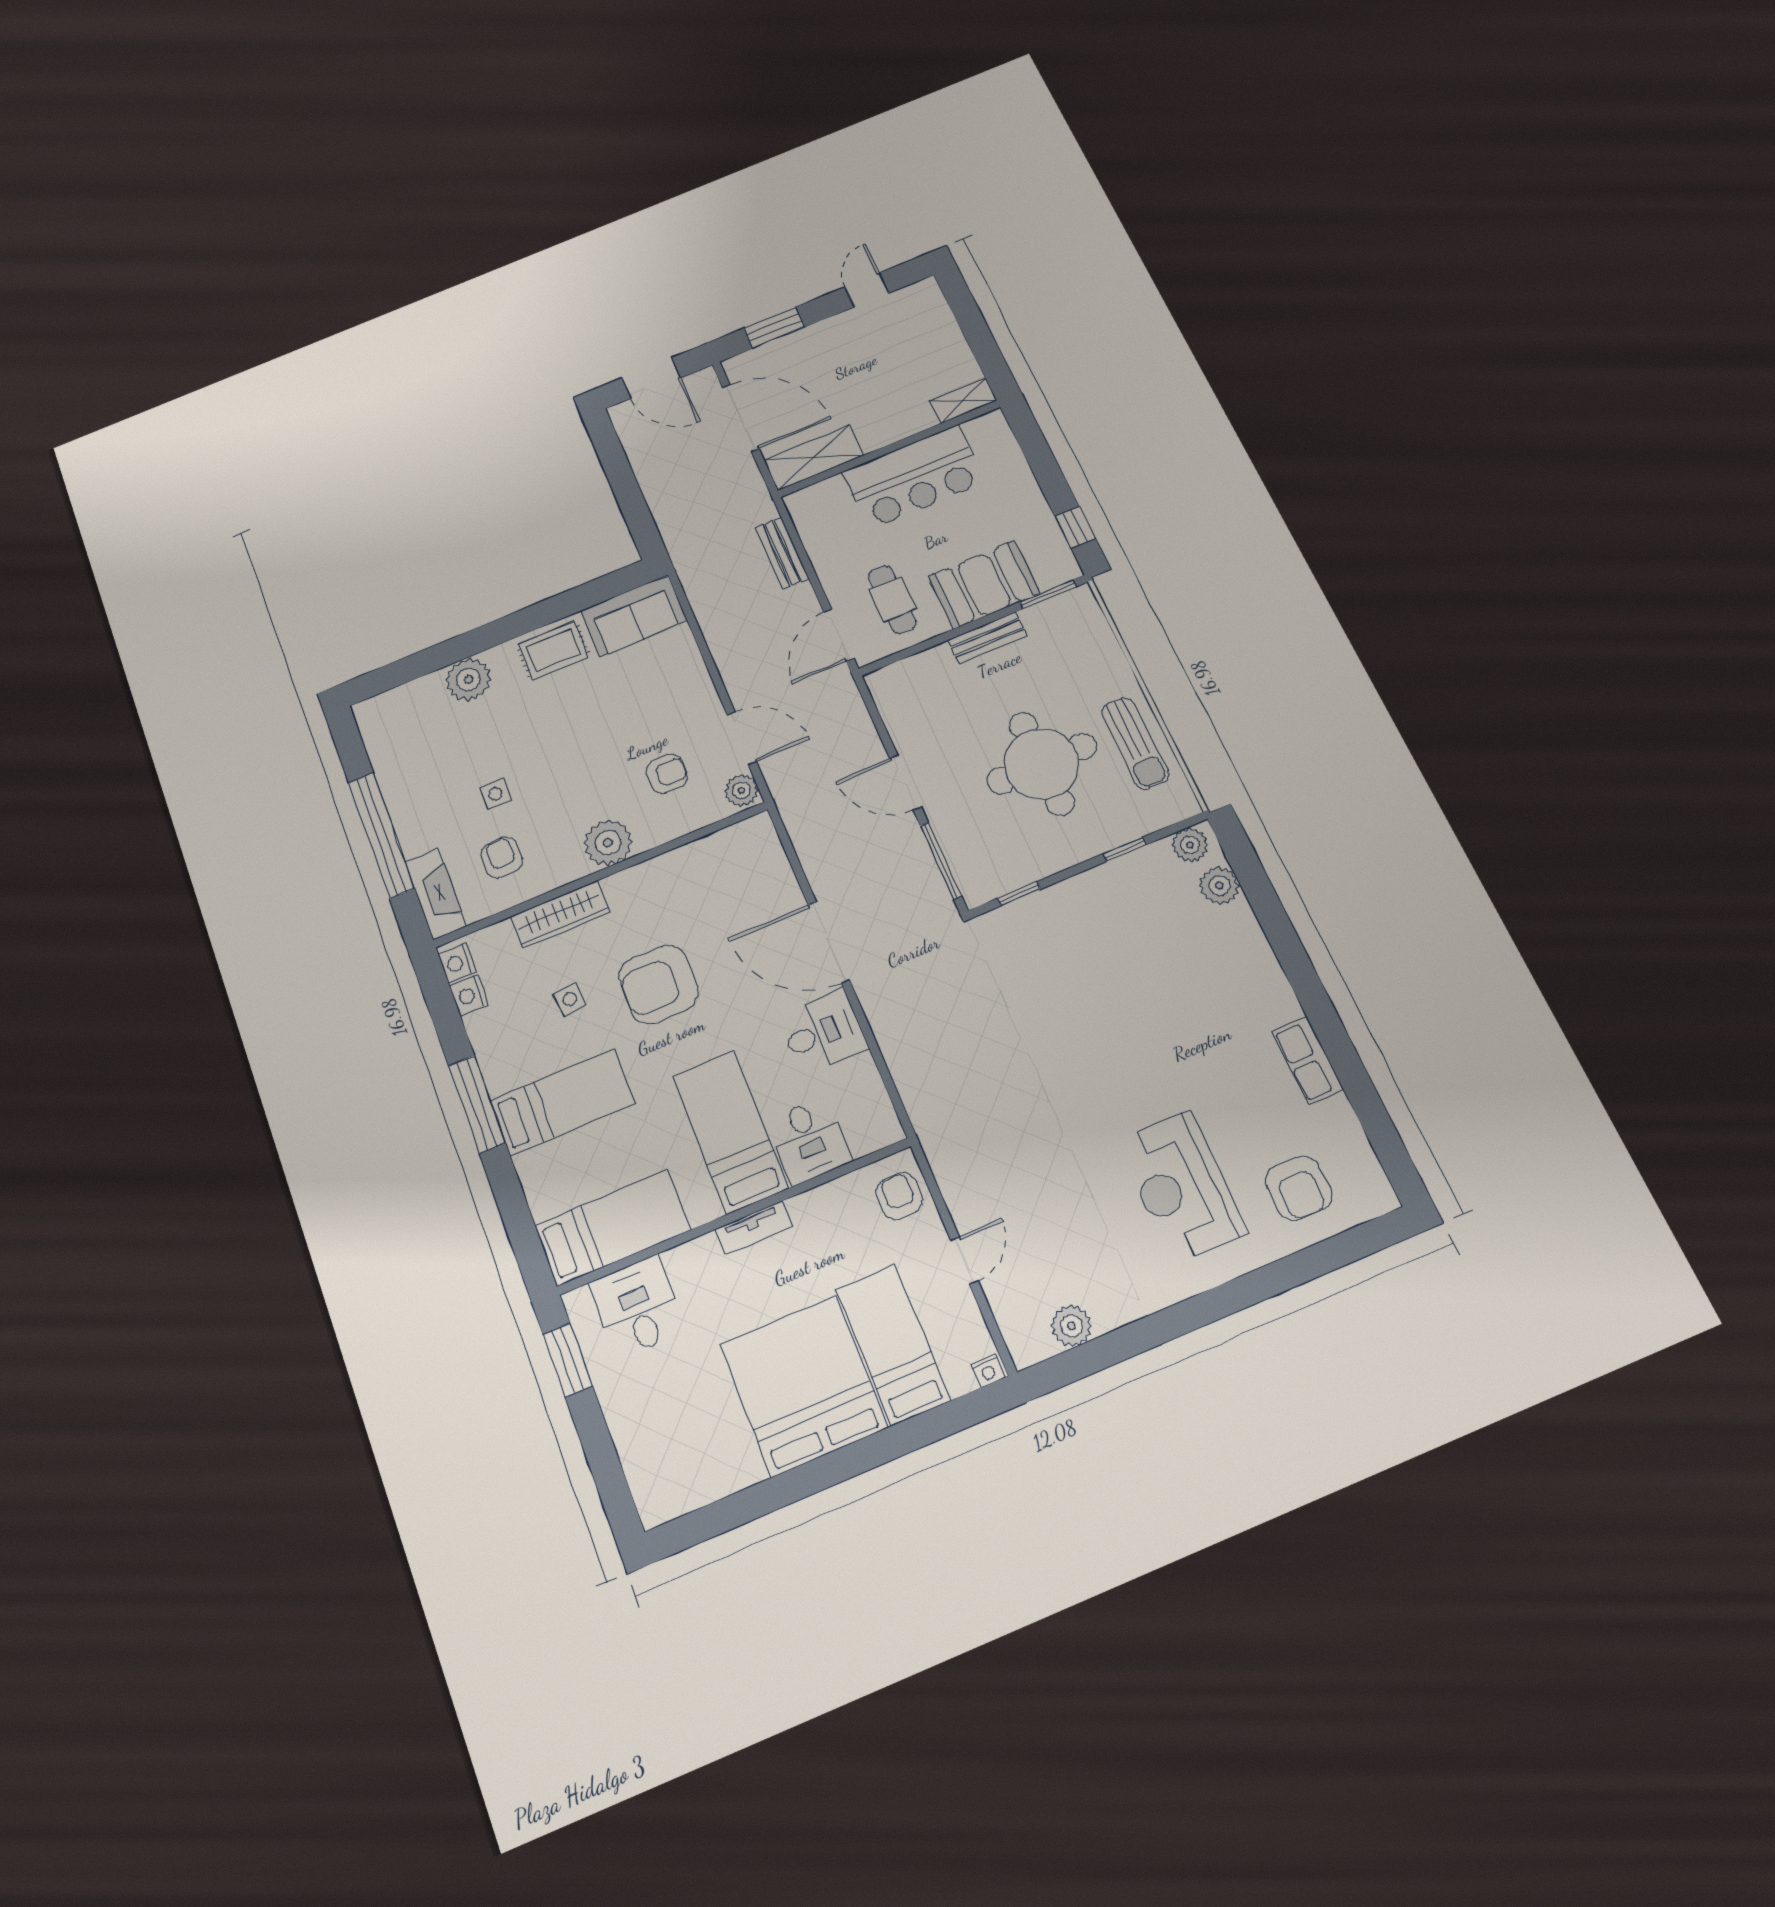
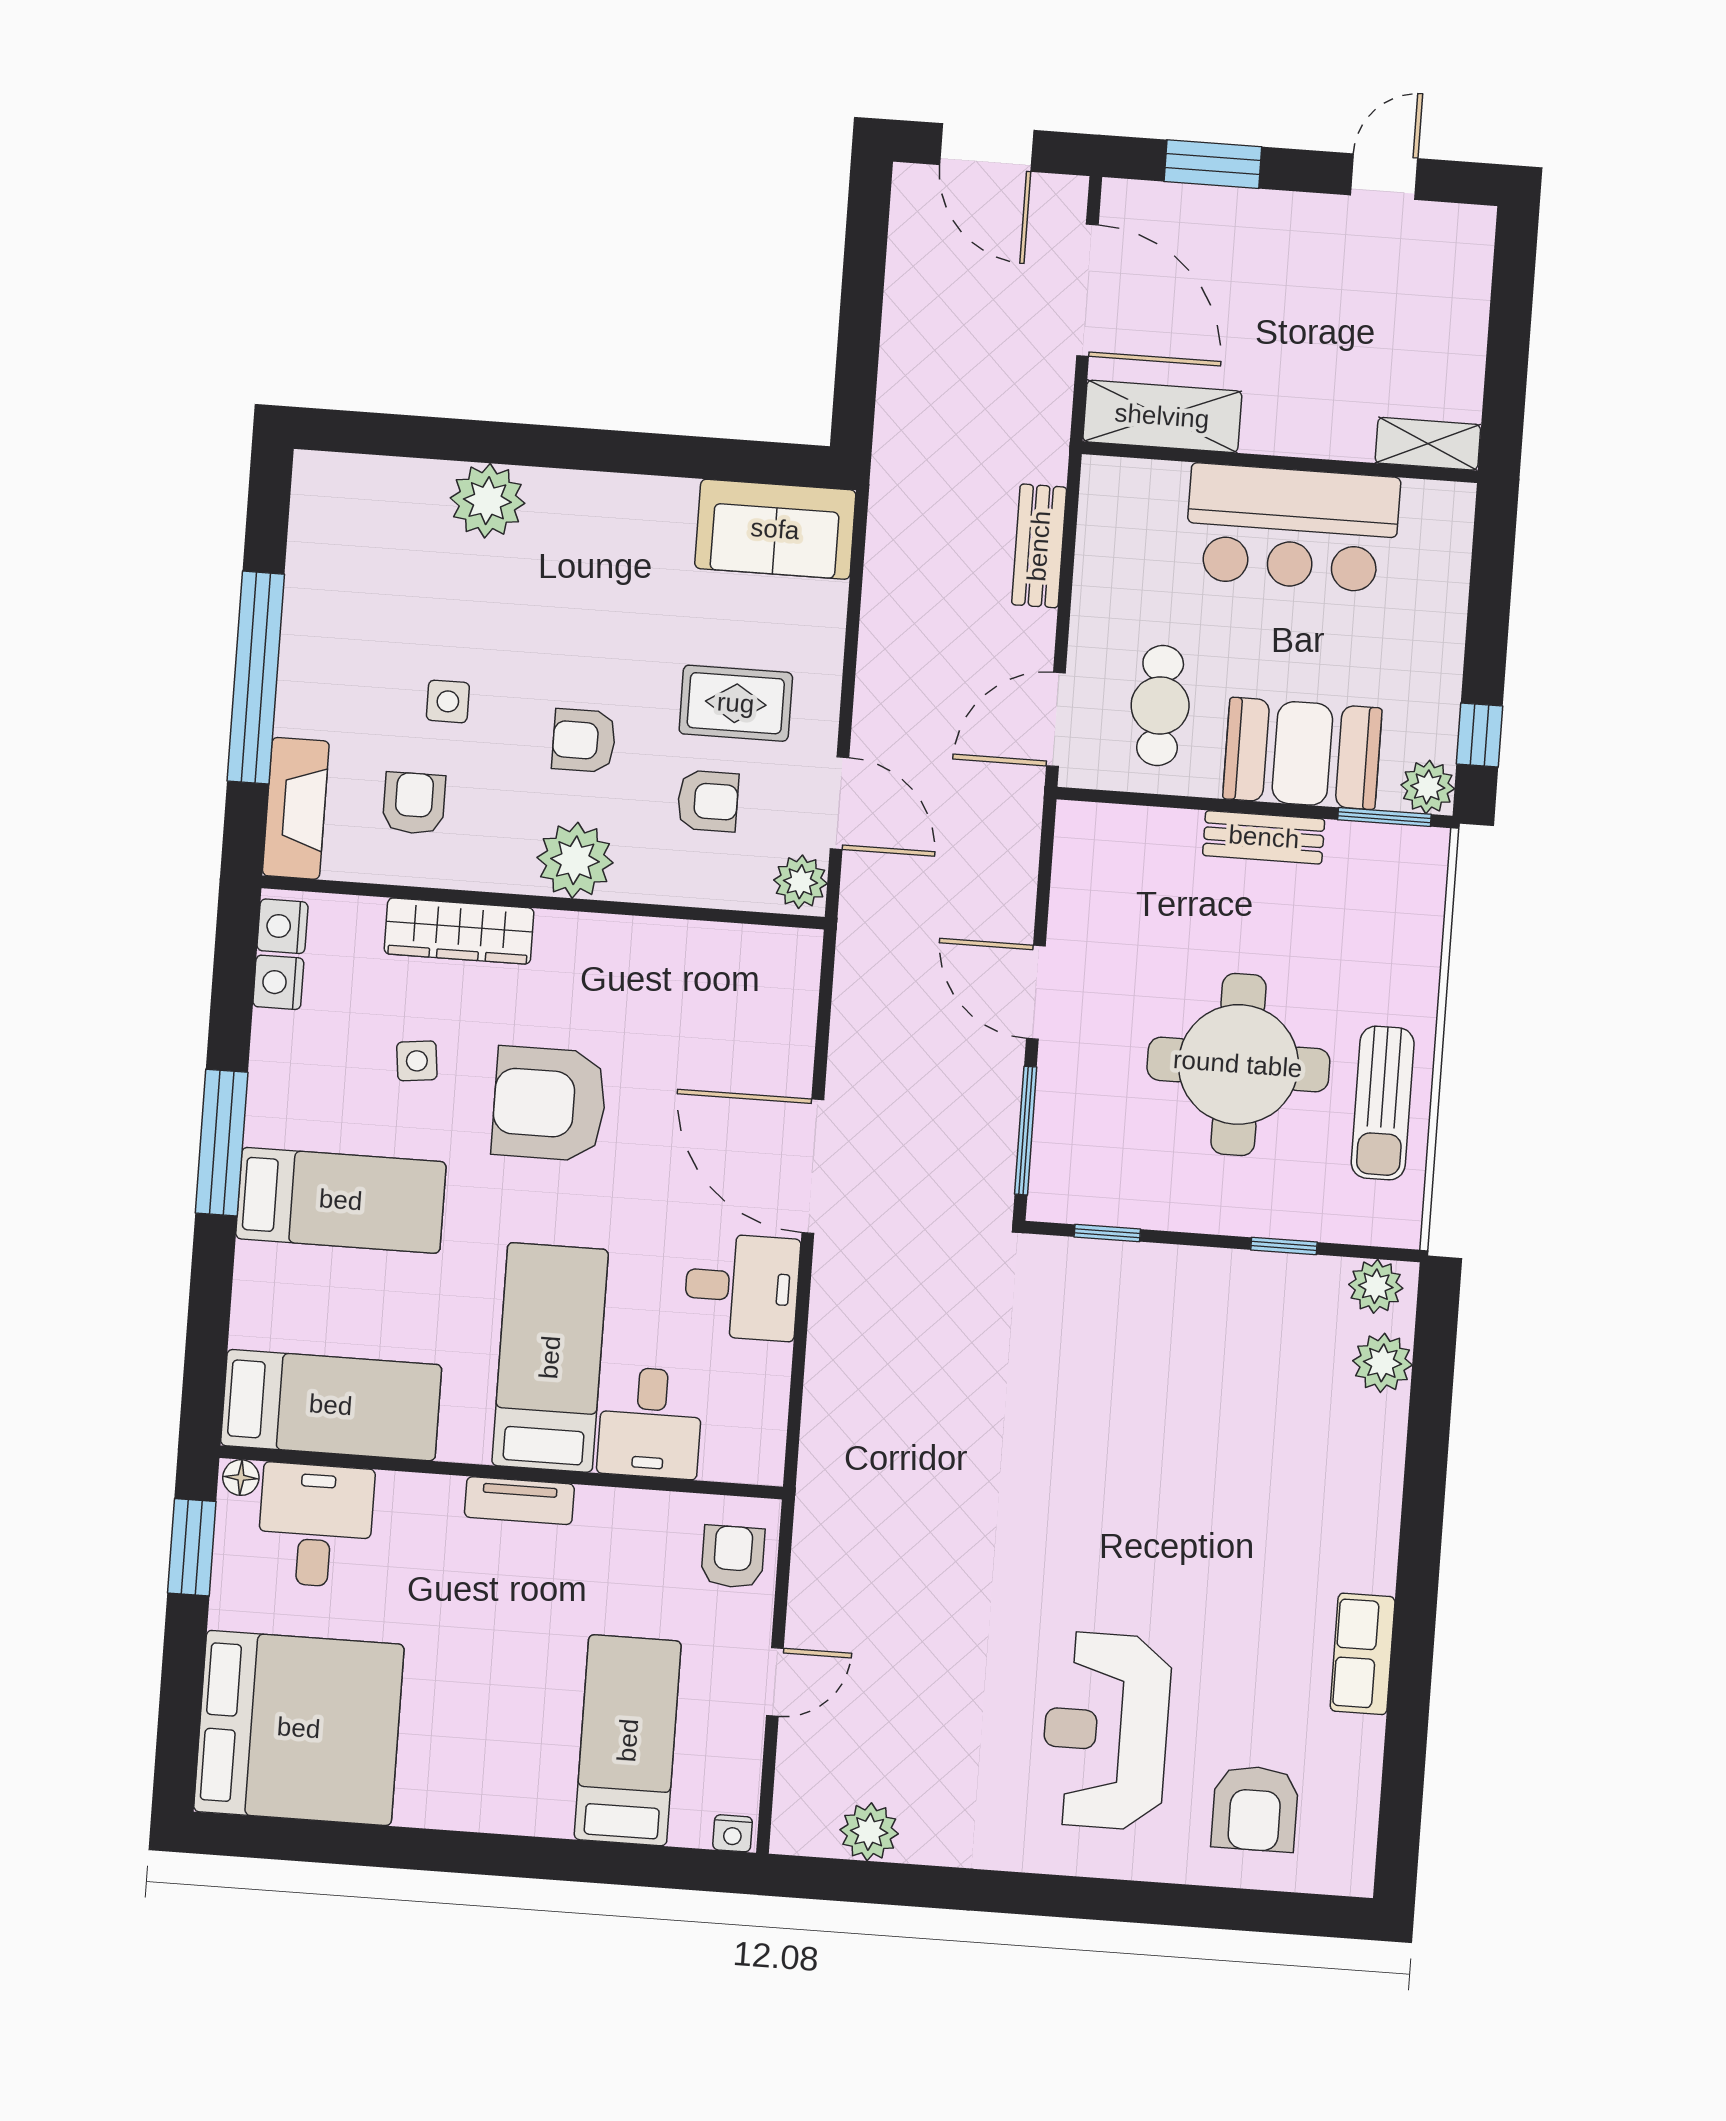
plant: (1063, 567) -> (1428, 787), added
rug: (553, 651) -> (736, 703), moved
armchair: (582, 776) -> (584, 741), added
floor lamp: (578, 1301) -> (241, 1478), added
bed: (804, 1386) -> (299, 1728), moved, turned 90

